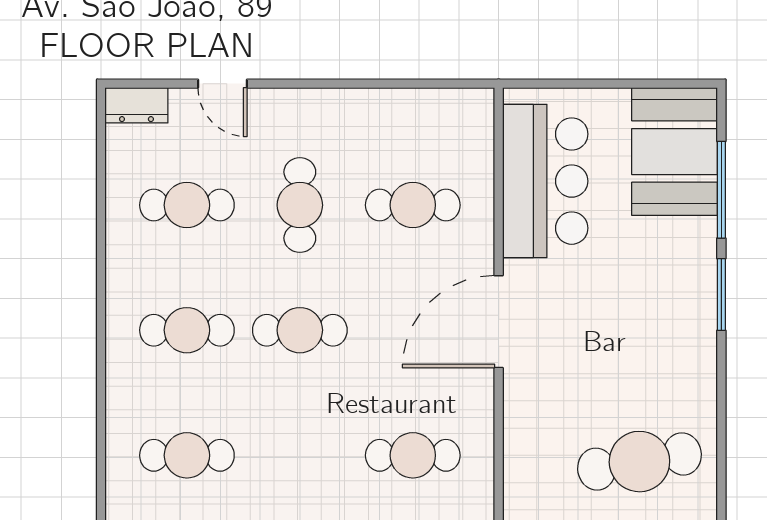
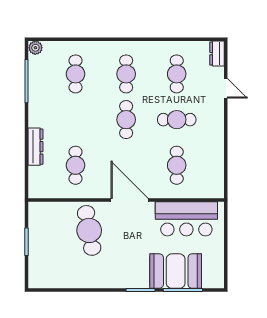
door: (222, 84) -> (226, 88), swing flipped
booth: (675, 152) -> (176, 271), moved
cafe table: (639, 462) -> (89, 230), moved

